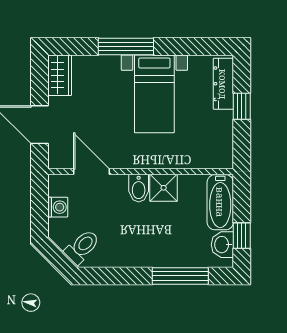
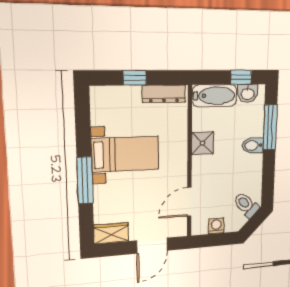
dresser: (223, 84) -> (164, 94), moved
bidet: (139, 188) -> (253, 145), moved, turned 180

